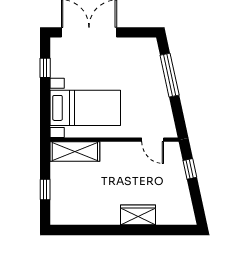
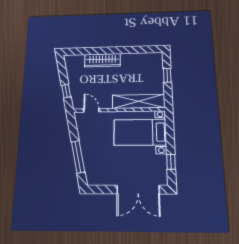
shelving: (75, 151) -> (139, 101), width x1.47
wardrobe: (138, 215) -> (102, 60), width x1.50

